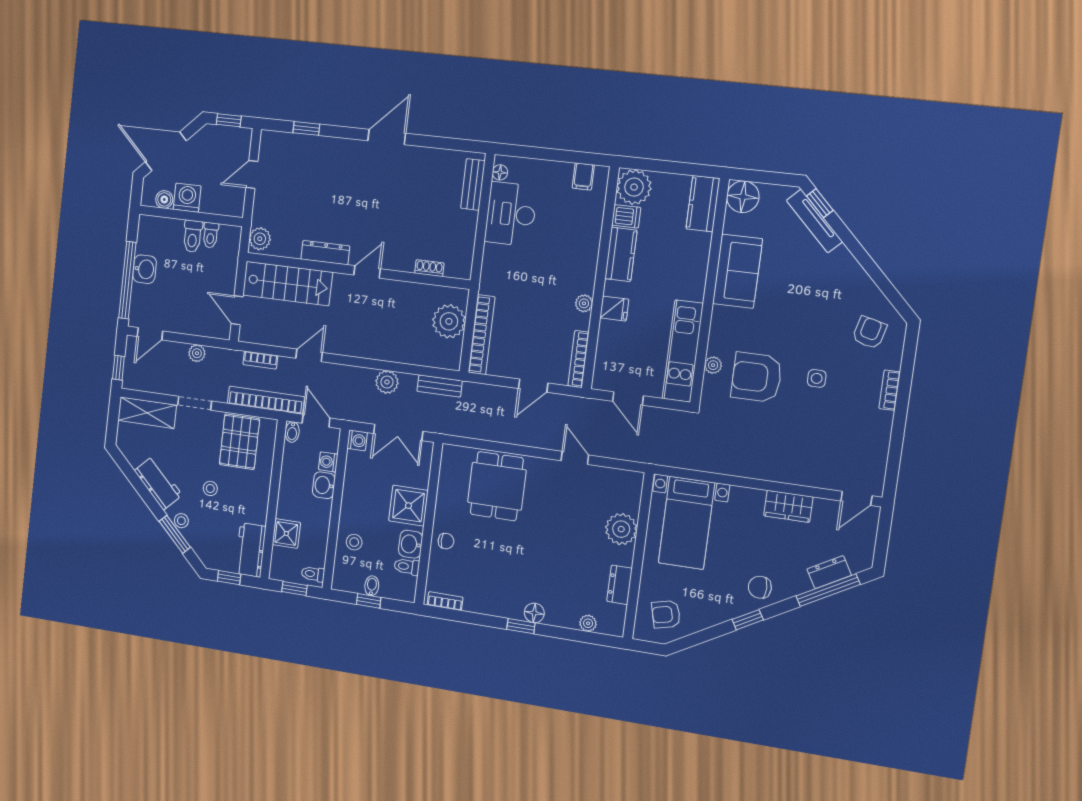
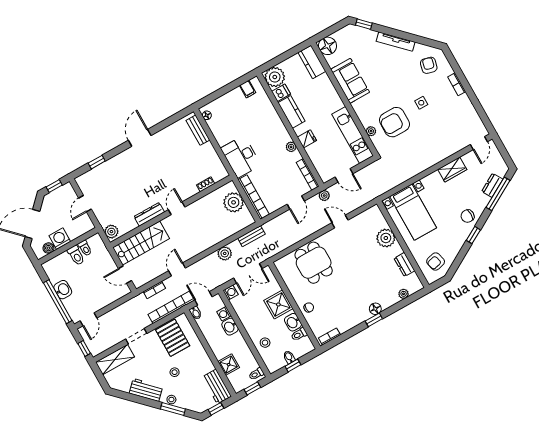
desk: (511, 214) -> (241, 157), moved
tv unit: (814, 221) -> (396, 42), moved
plant: (197, 353) -> (324, 196), moved

